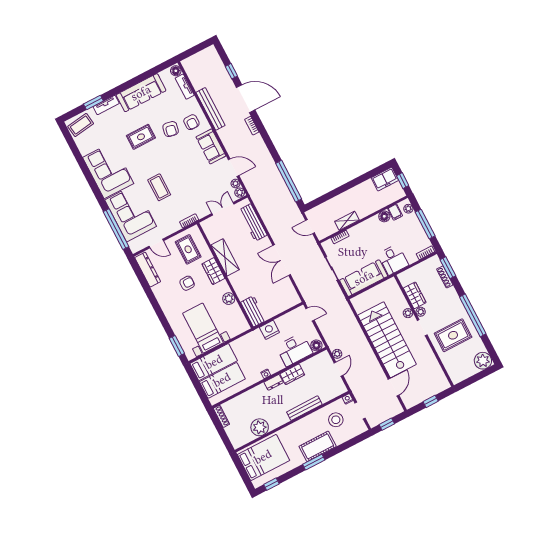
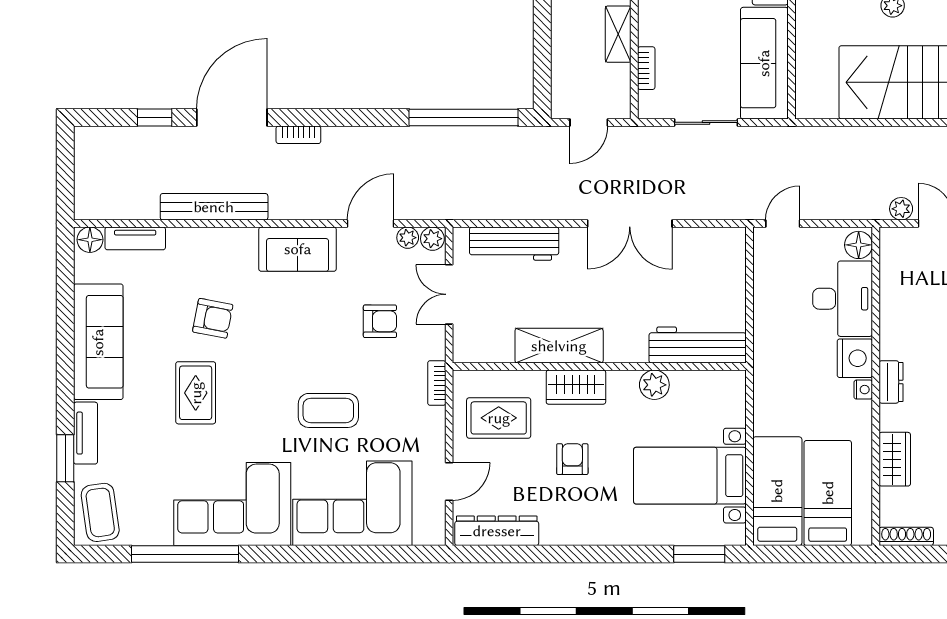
armchair: (191, 122) -> (380, 321), moved
window: (116, 229) -> (185, 554), moved
workbench: (253, 311) -> (698, 345), width x1.37
nightstand: (269, 330) -> (855, 358), moved, turned 180
wardrobe: (292, 374) -> (895, 459), moved

